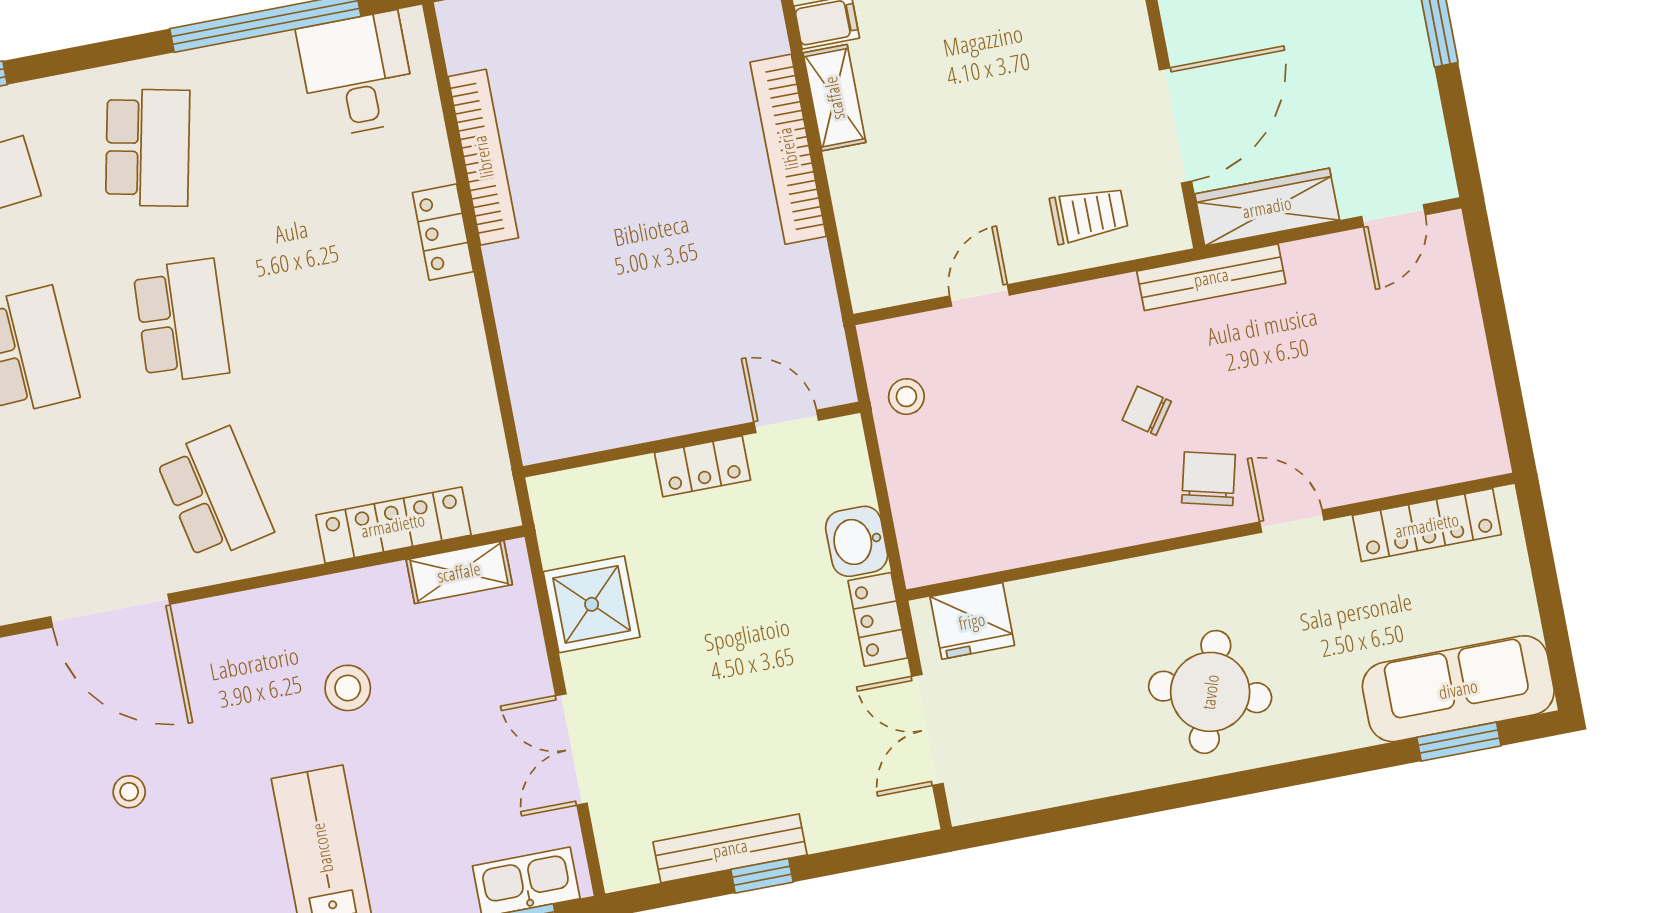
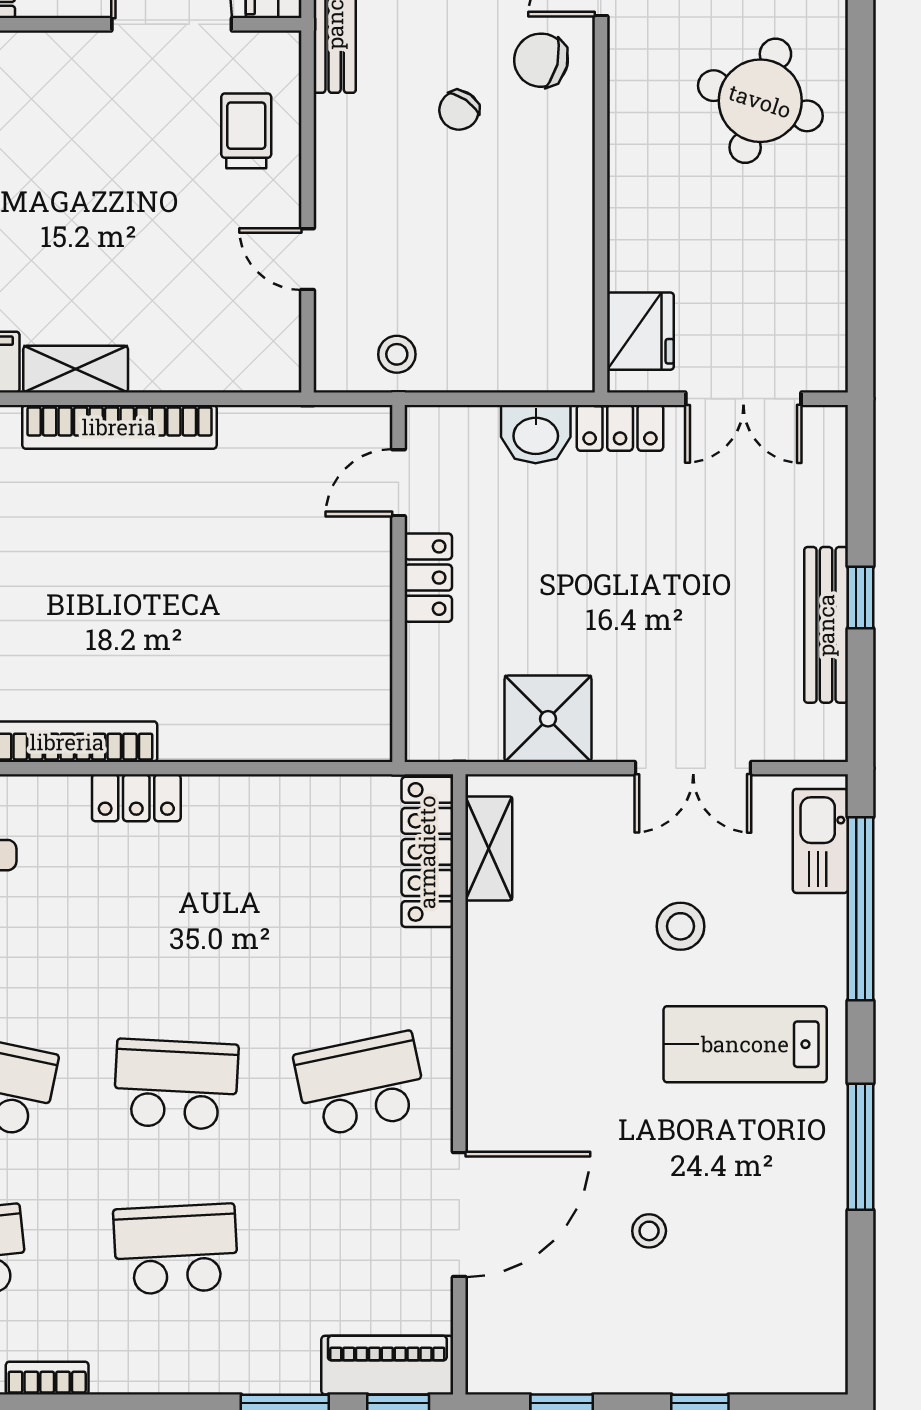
locker: (393, 525) -> (427, 852), moved
stool: (348, 688) -> (680, 926), moved

